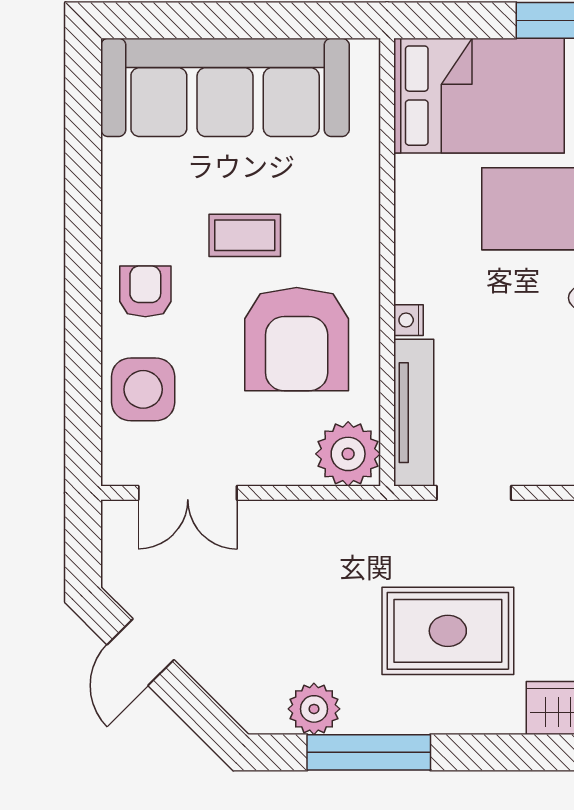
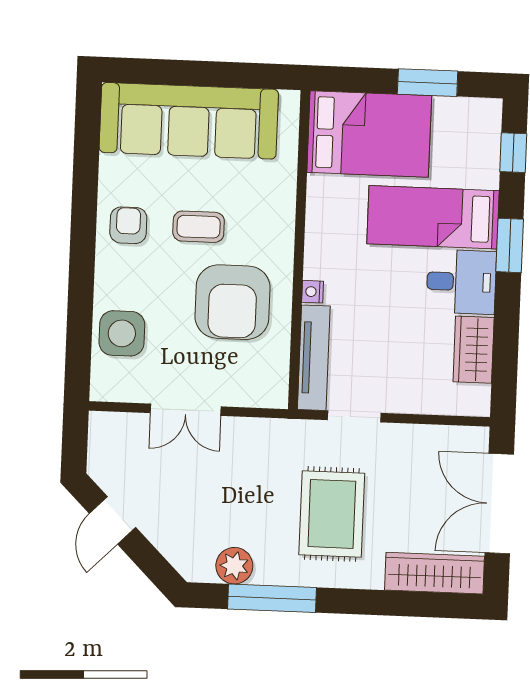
armchair: (145, 291) -> (128, 225), moved
plant: (348, 454) -> (266, 385), removed
double door: (188, 493) -> (186, 410), moved
rug: (448, 631) -> (332, 514), turned 90

